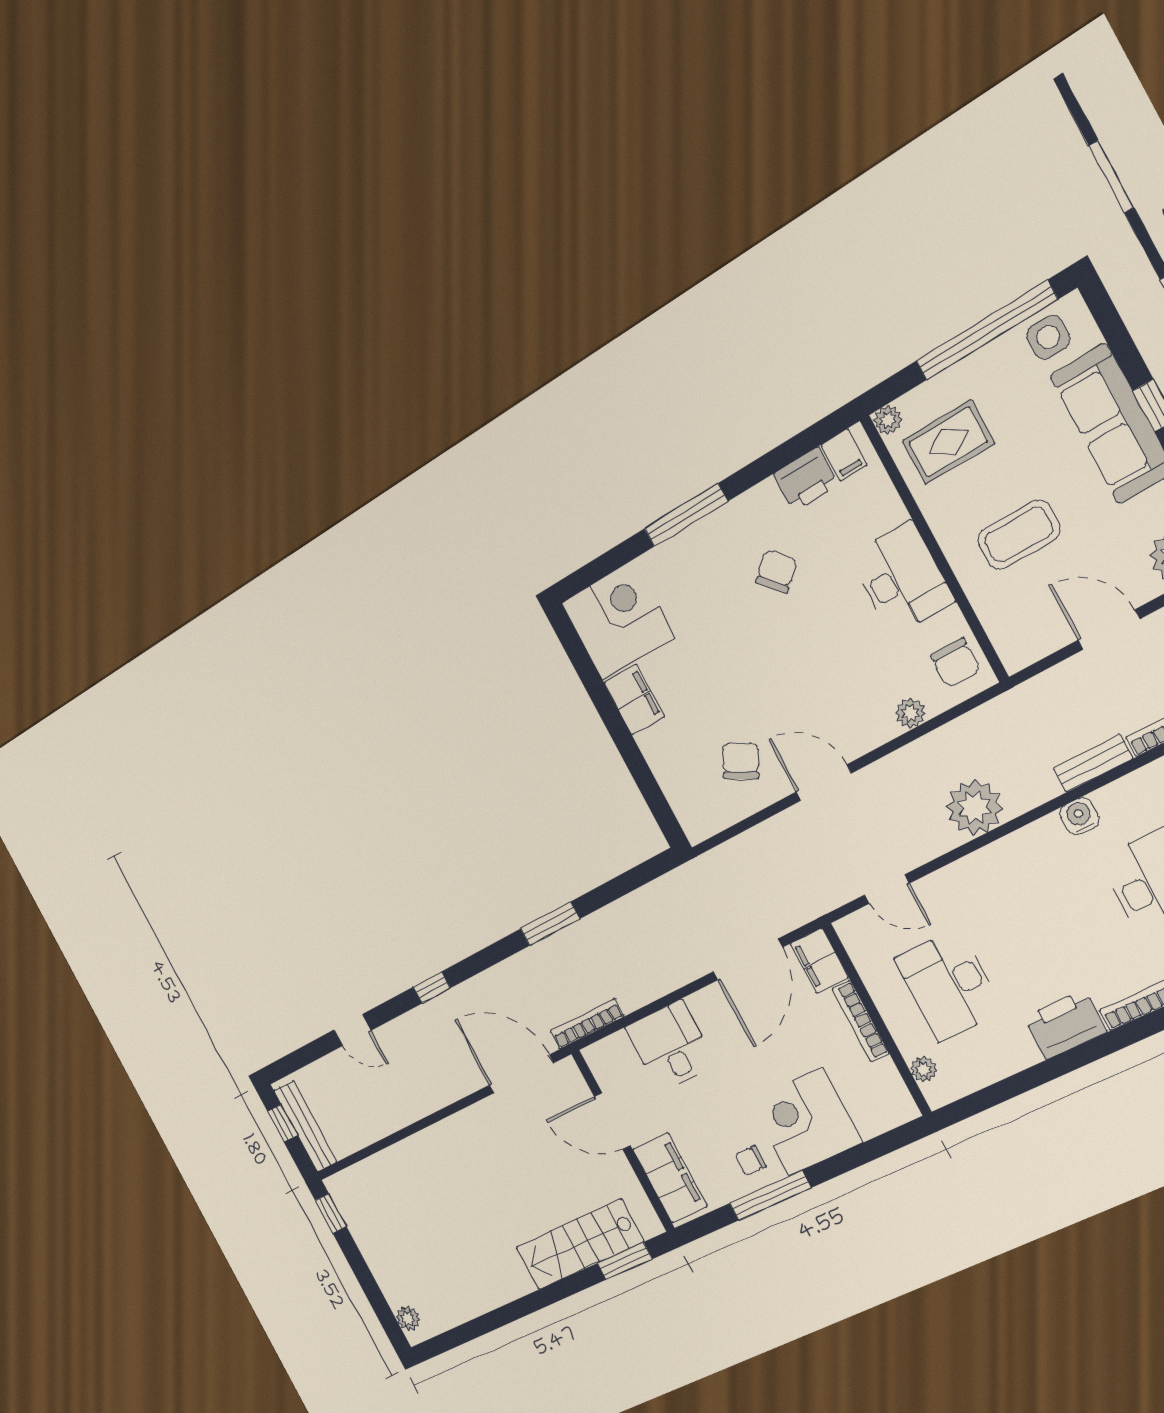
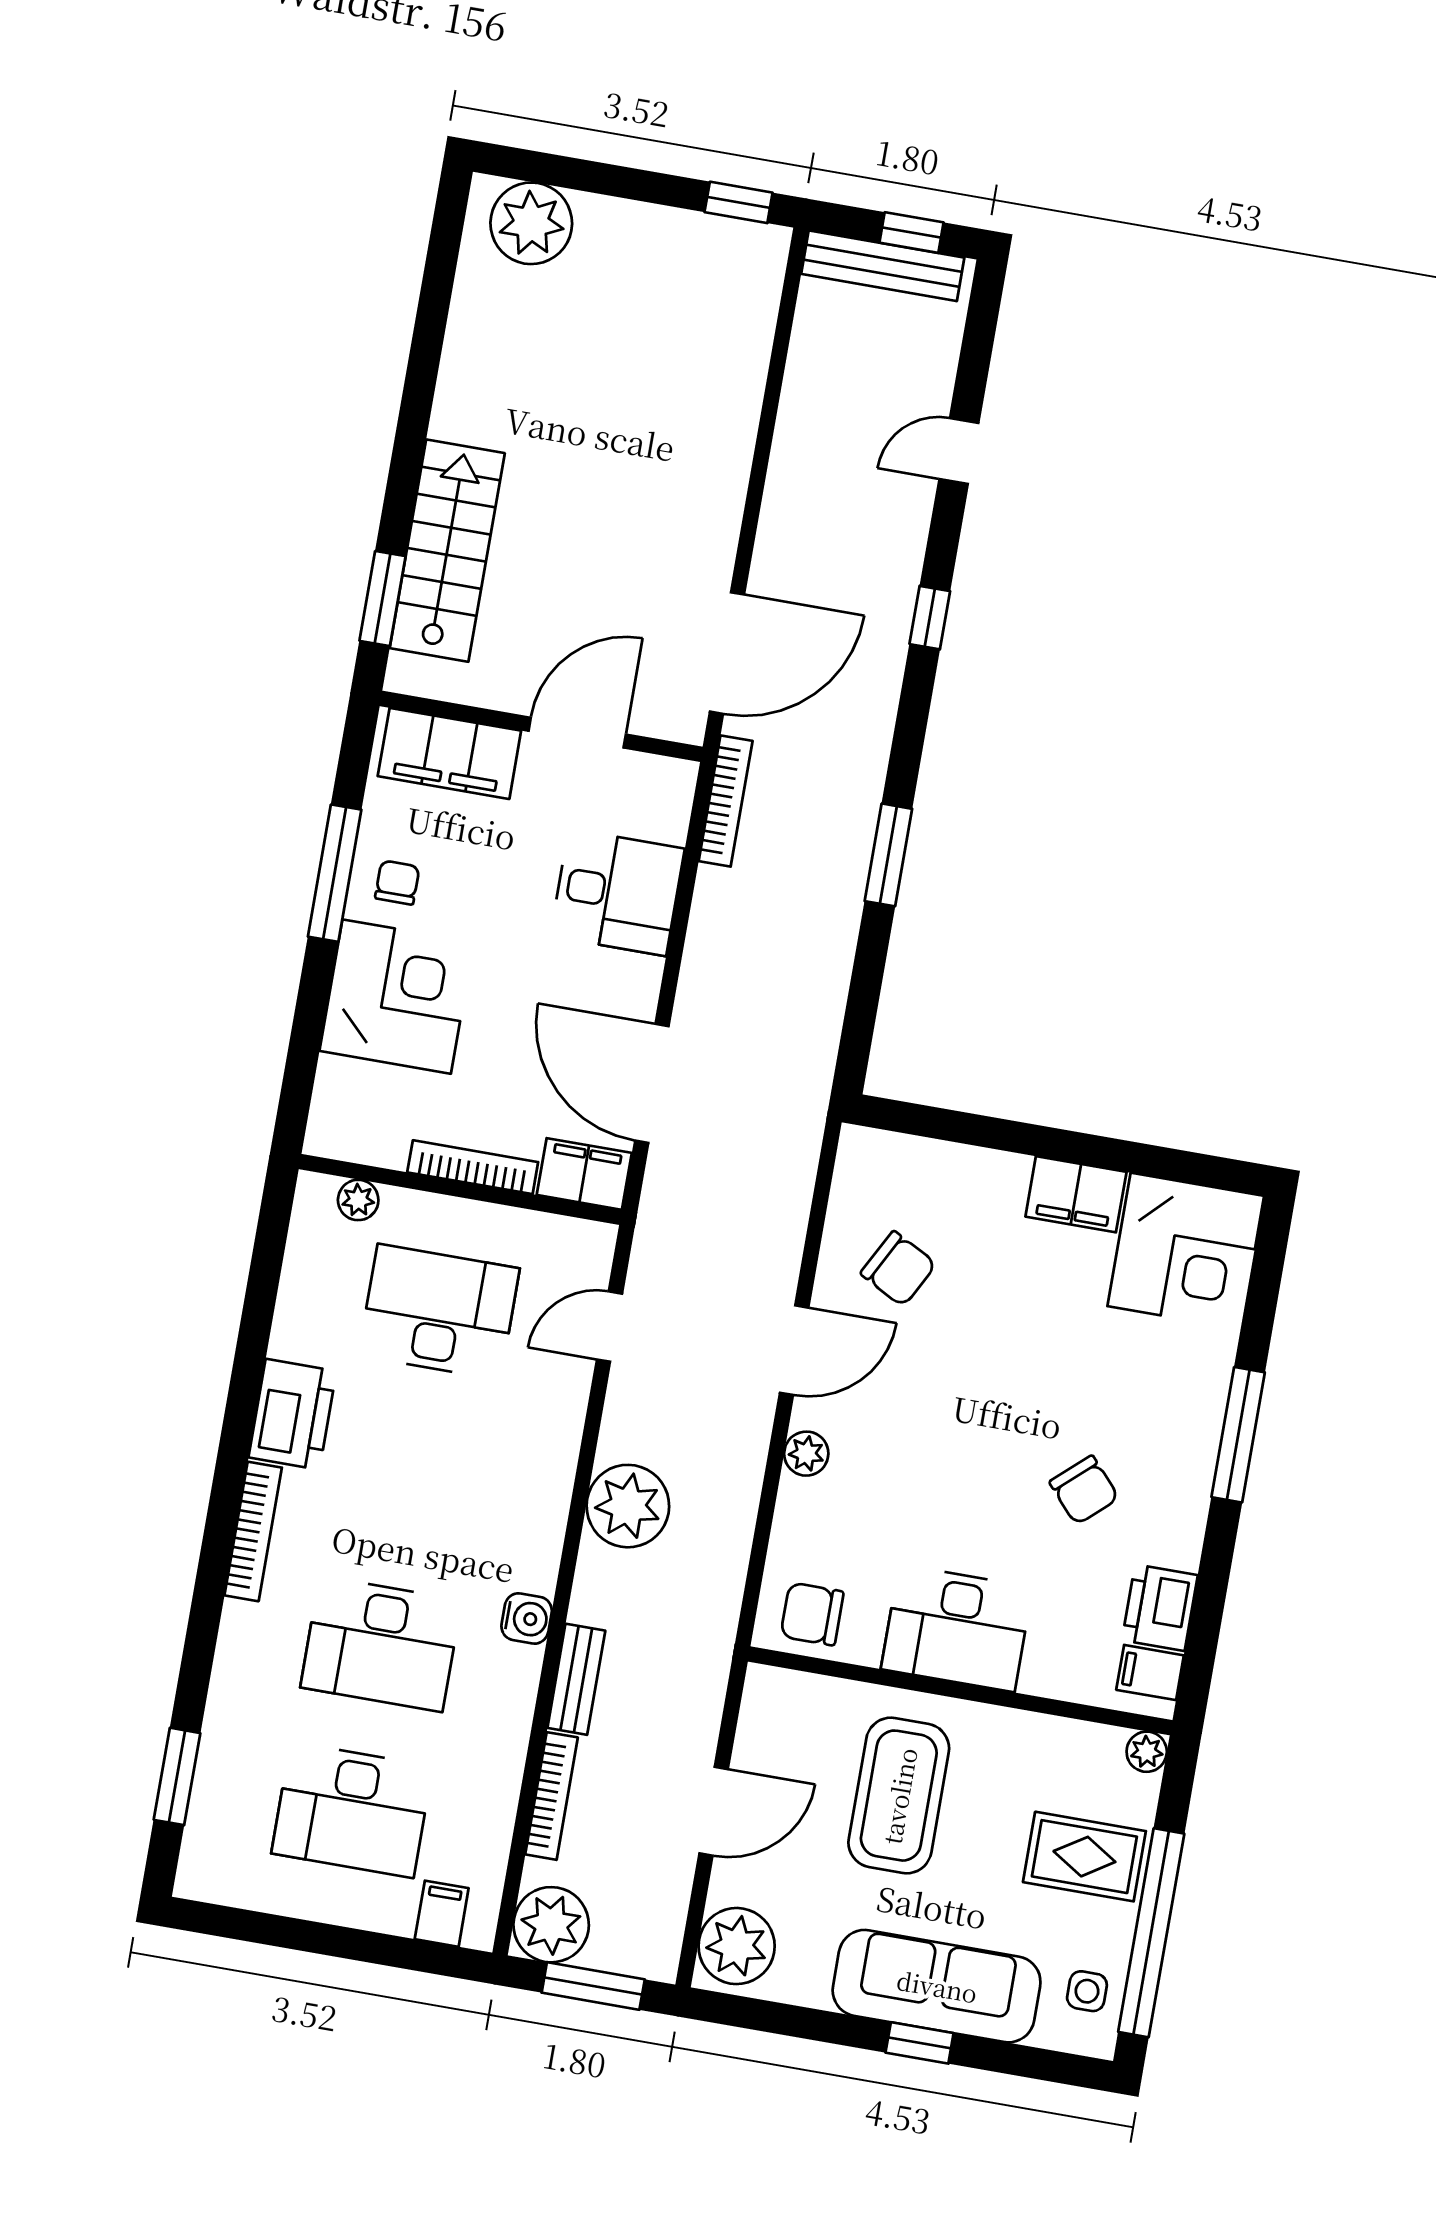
side table: (1048, 337) -> (1087, 1991), width x0.73, depth x0.73
rug: (948, 442) -> (1084, 1857), moved, turned 90
coffee table: (1019, 535) -> (899, 1796), width x1.36, depth x1.32
plant: (910, 713) -> (806, 1454), moved
plant: (408, 1318) -> (531, 223), width x1.87, depth x1.87

